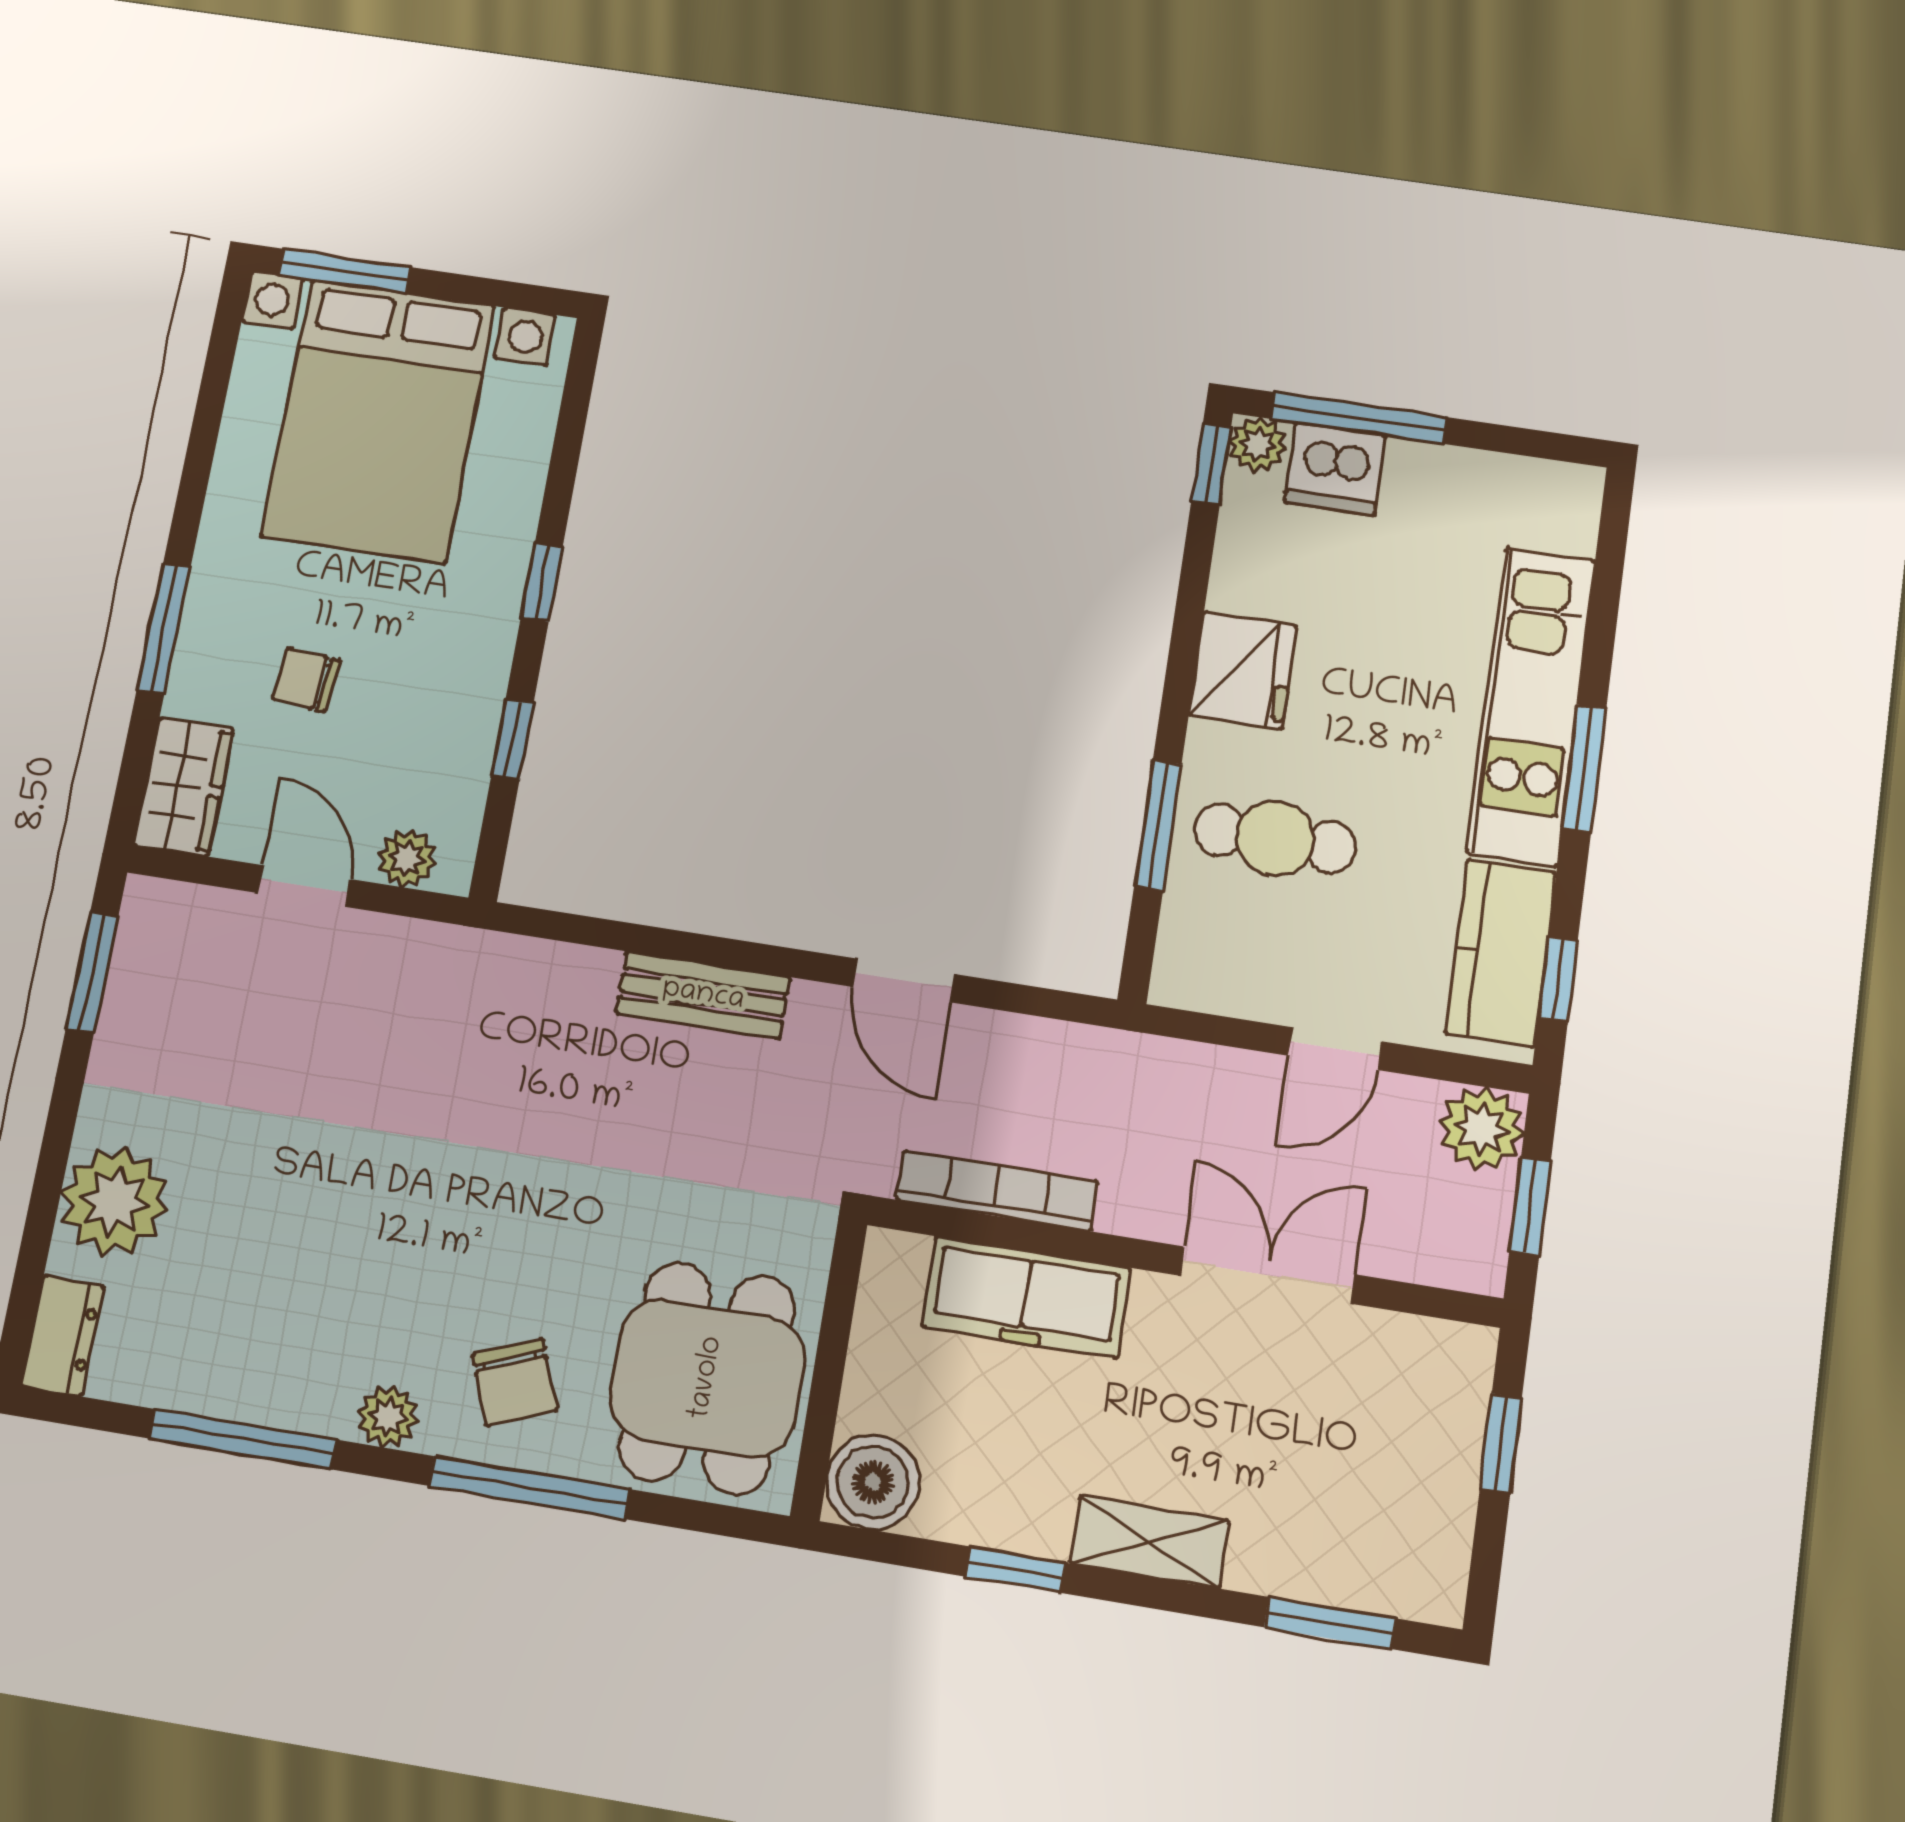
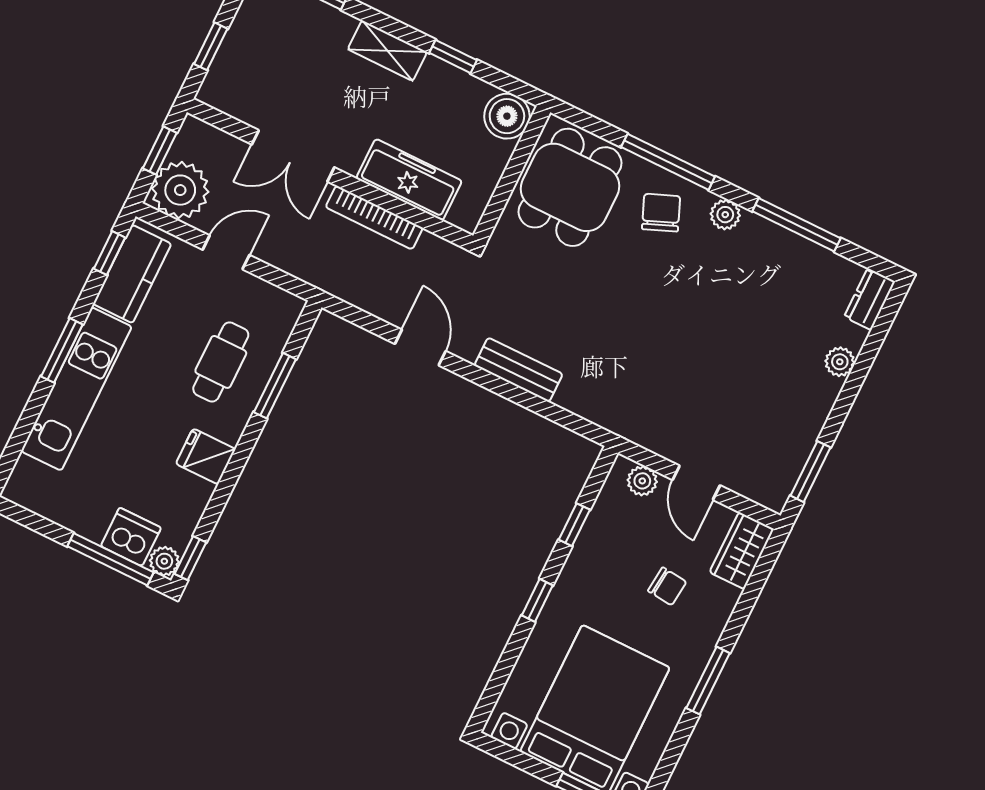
window: (164, 629) -> (708, 681), moved
fridge: (1243, 670) -> (206, 456), width x0.72
cafe table: (1275, 838) -> (221, 362), turned 90
plant: (1481, 1129) -> (180, 190), width x1.36, depth x1.36
bookcase: (997, 1191) -> (374, 218), moved
plant: (114, 1201) -> (840, 362), width x0.53, depth x0.53

